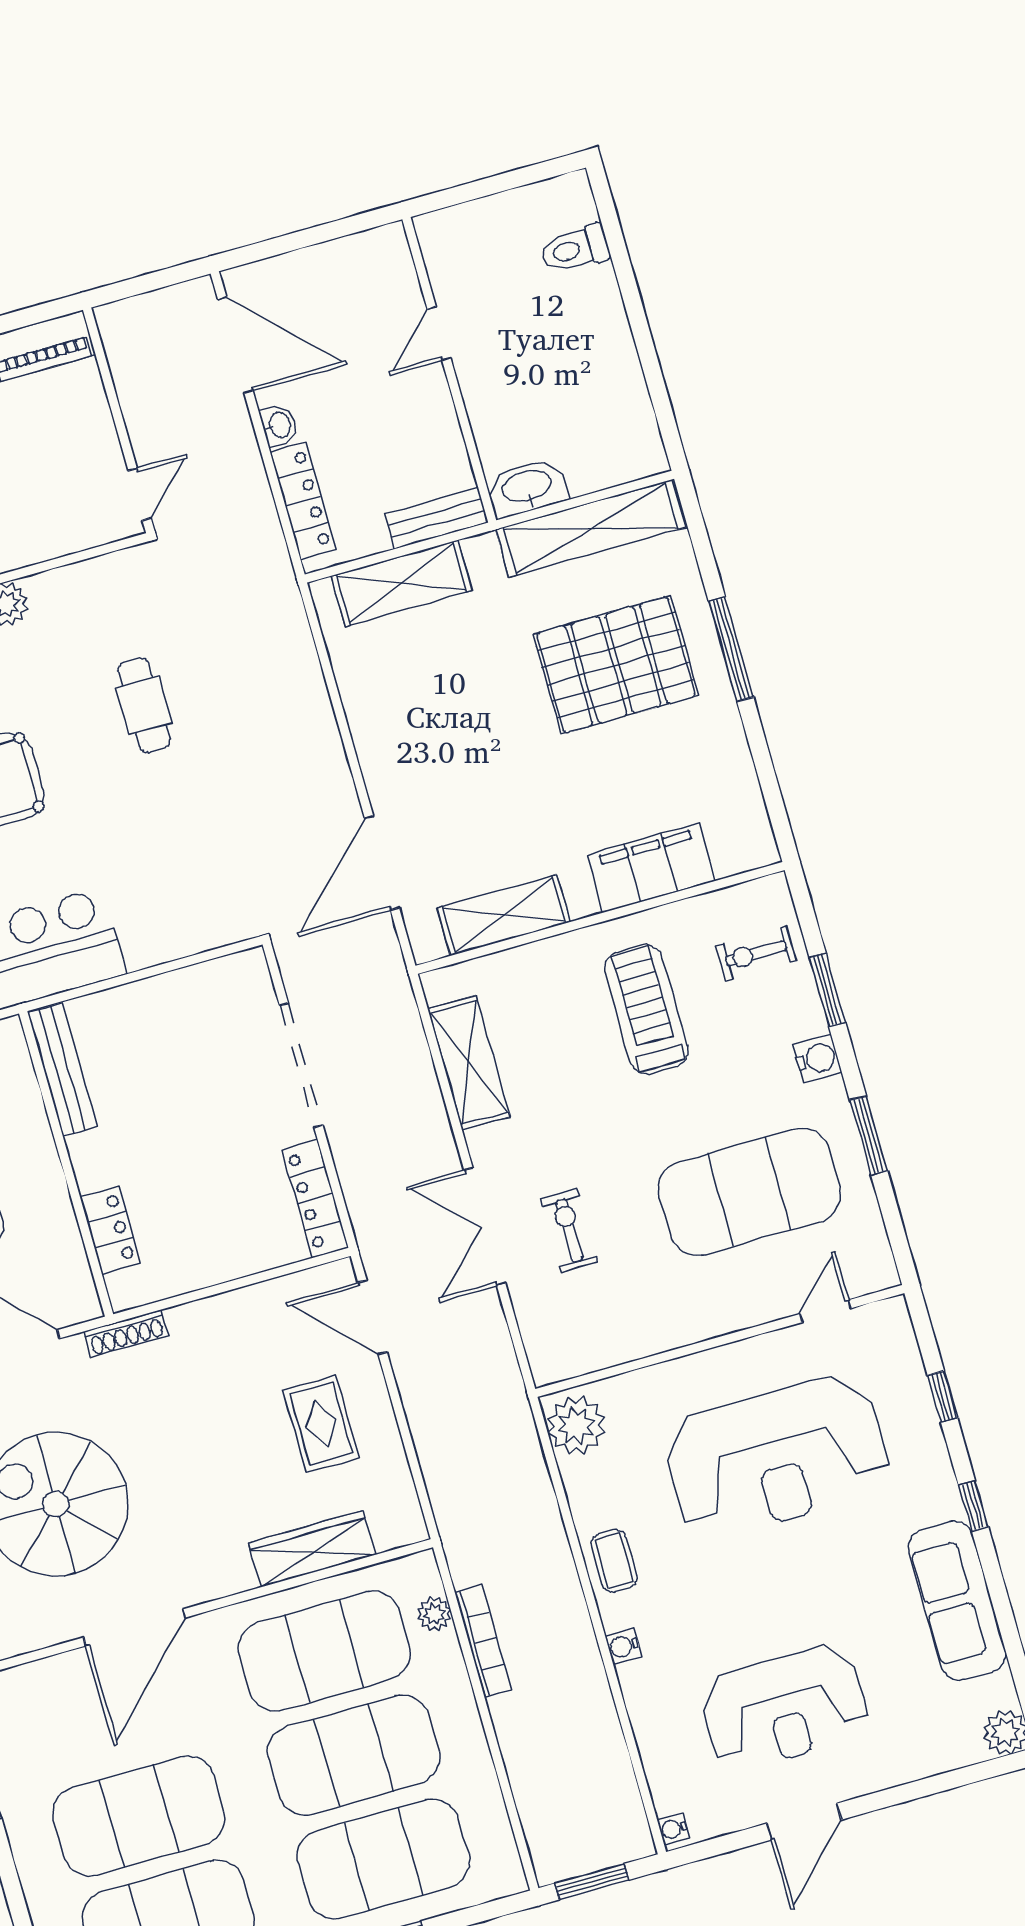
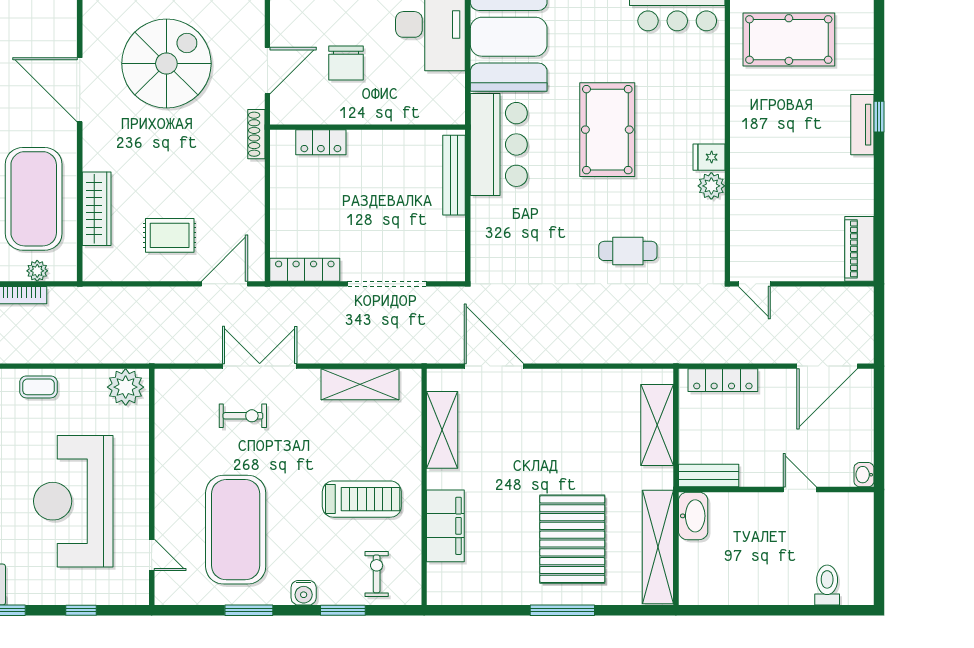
washbasin: (279, 425) -> (864, 475), moved, turned 90
bench: (437, 518) -> (709, 475), moved, turned 90
bench: (62, 1069) -> (454, 175), moved, turned 90

